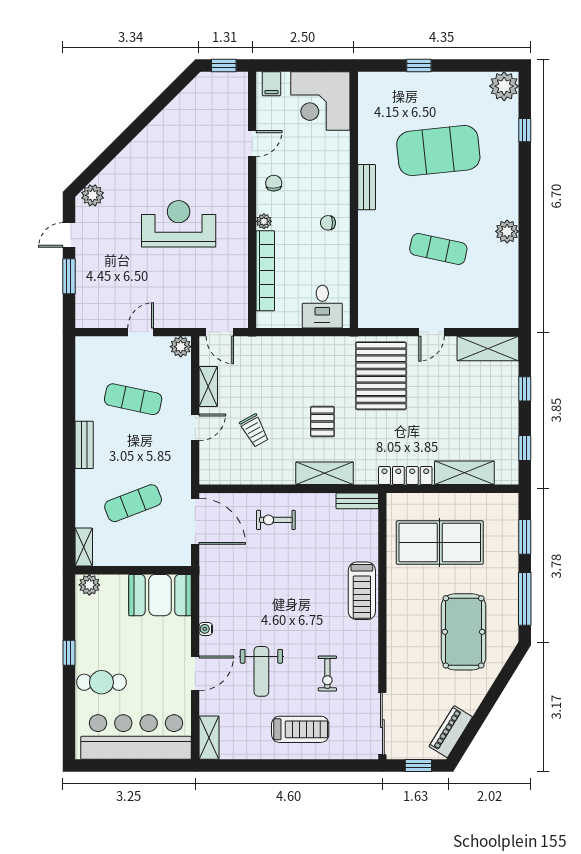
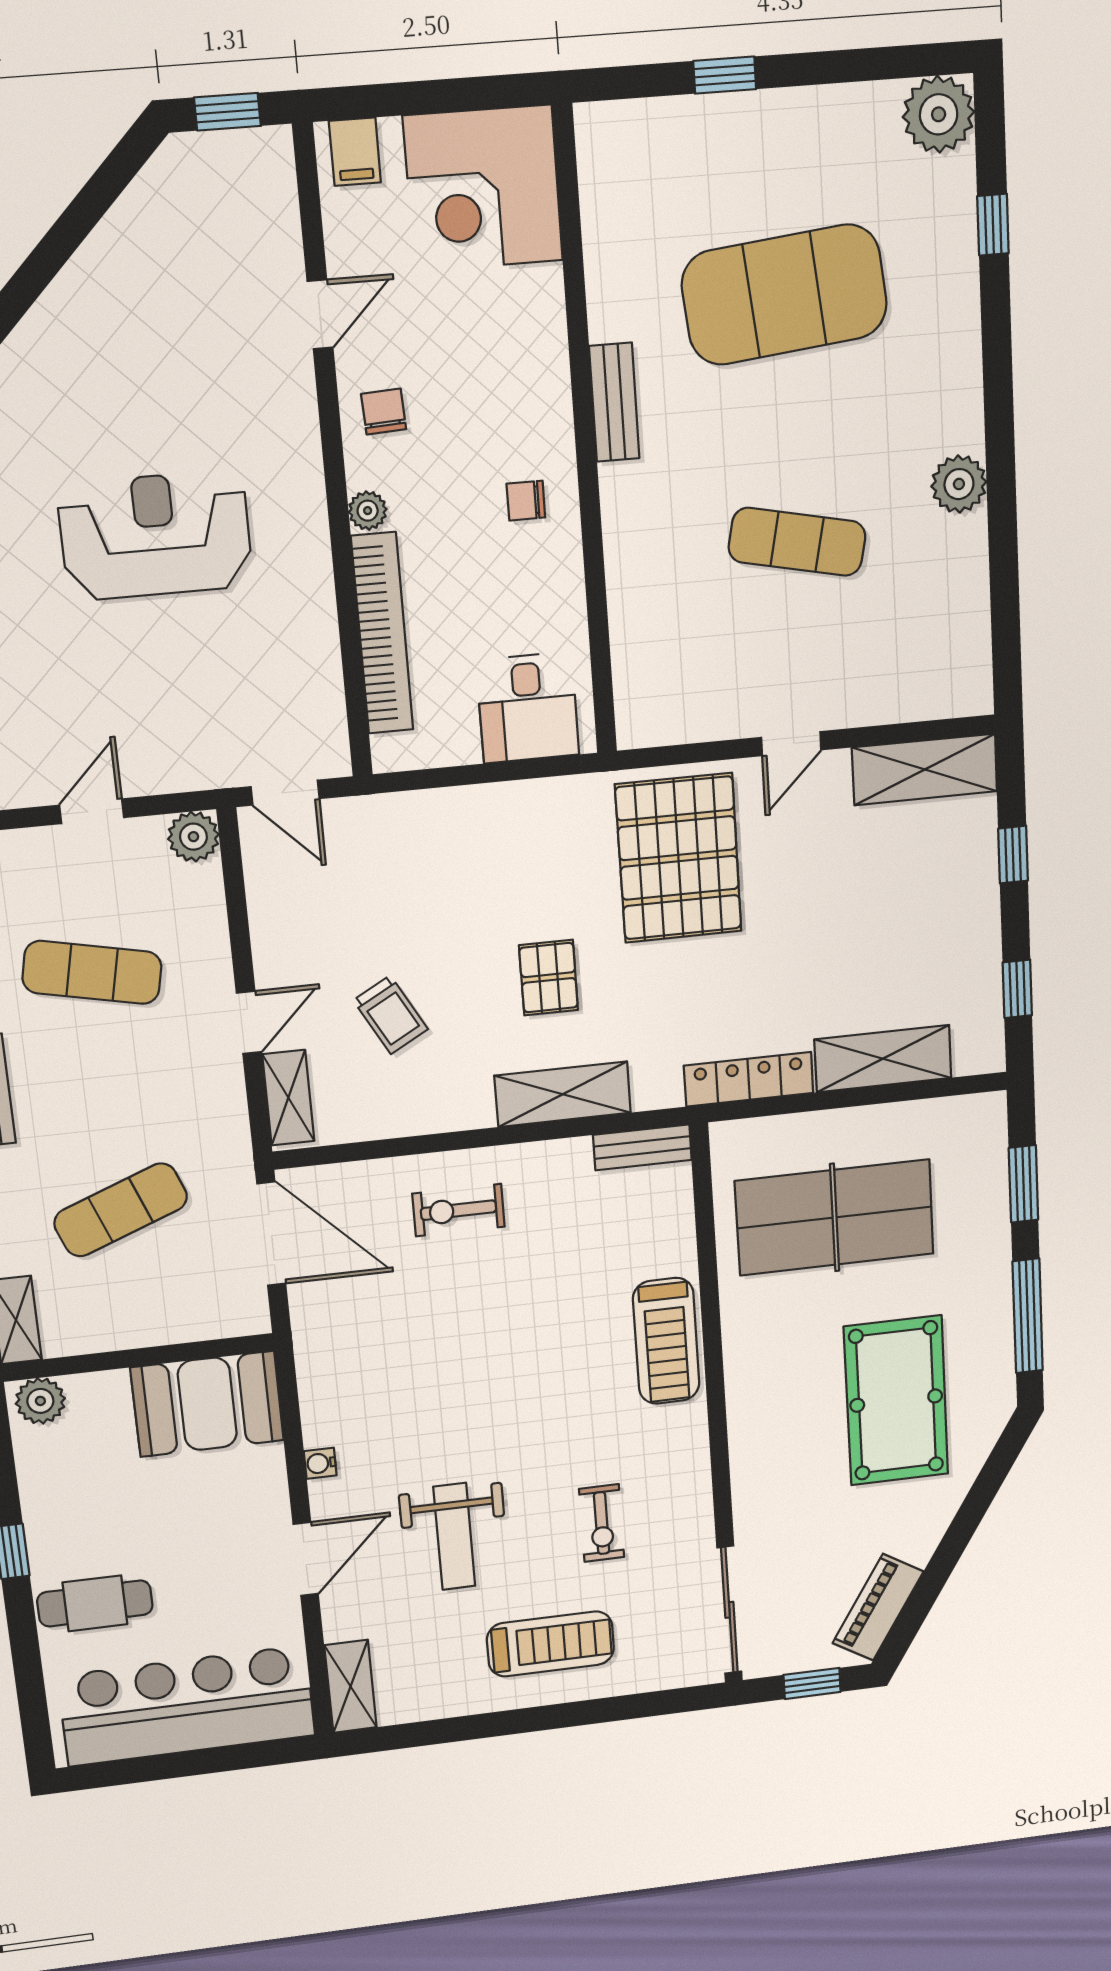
shelving: (208, 386) -> (288, 1098), moved

